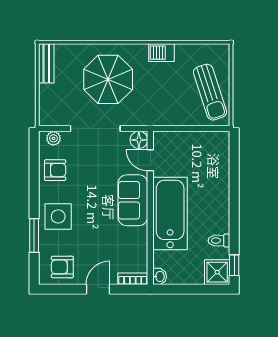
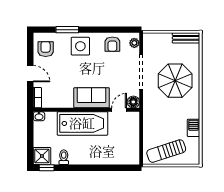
barbecue: (161, 53) -> (194, 128), moved

